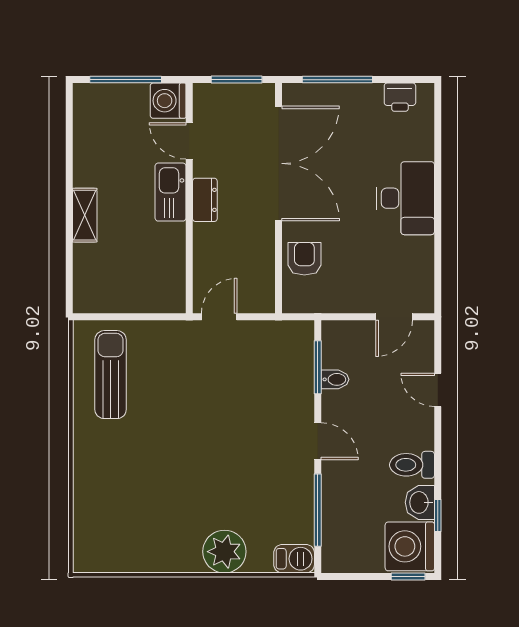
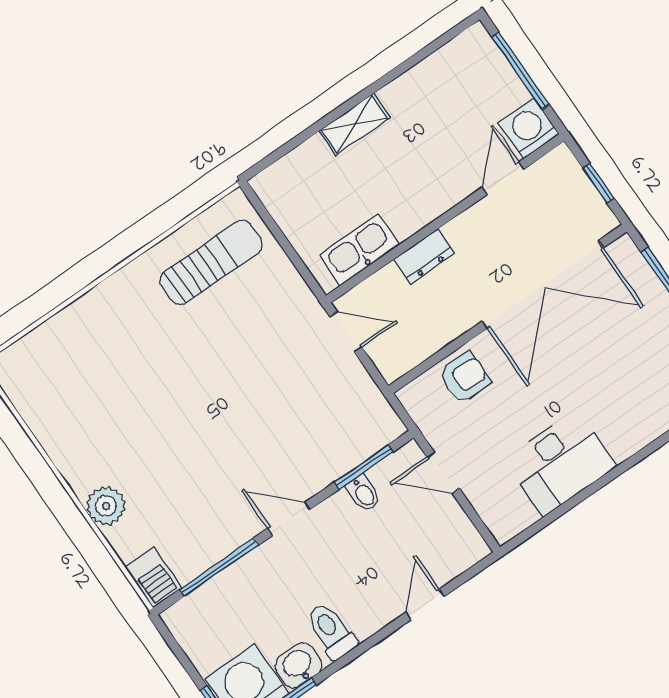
window: (237, 80) -> (598, 183), width x0.67
kitchen sink: (171, 192) -> (359, 250), moved
desk: (406, 198) -> (560, 463), moved
dresser: (205, 200) -> (424, 256), moved
door: (394, 317) -> (443, 473), moved
door: (318, 441) -> (289, 519), swing flipped
plant: (224, 552) -> (106, 506), width x0.73, depth x0.73

